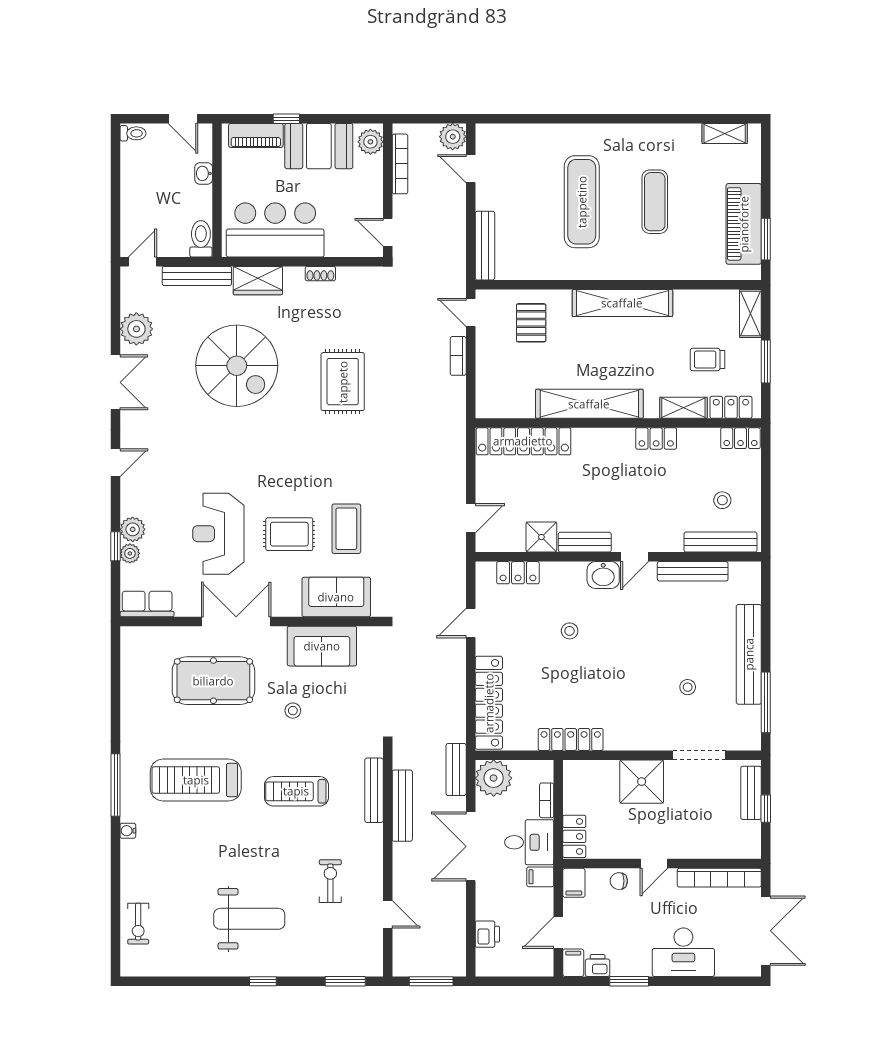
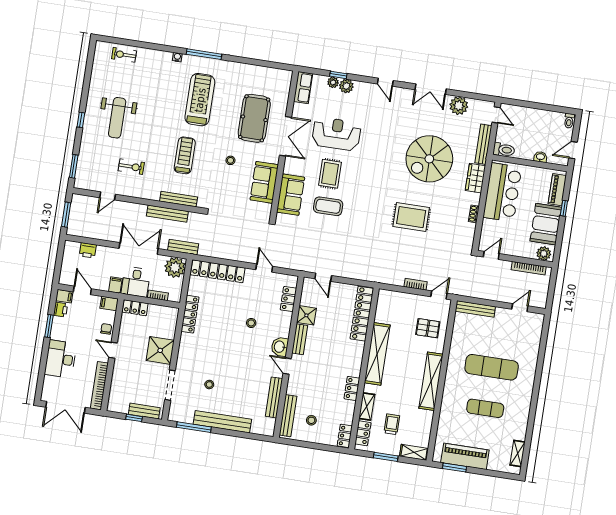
plant: (453, 137) -> (539, 300), removed

